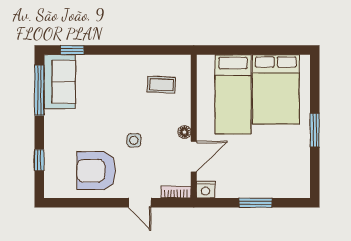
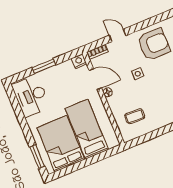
window: (315, 130) -> (37, 157), moved
door: (194, 157) -> (95, 79), swing flipped
desk: (290, 170) -> (31, 96), added

